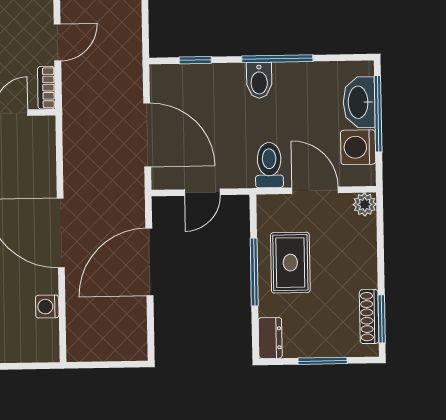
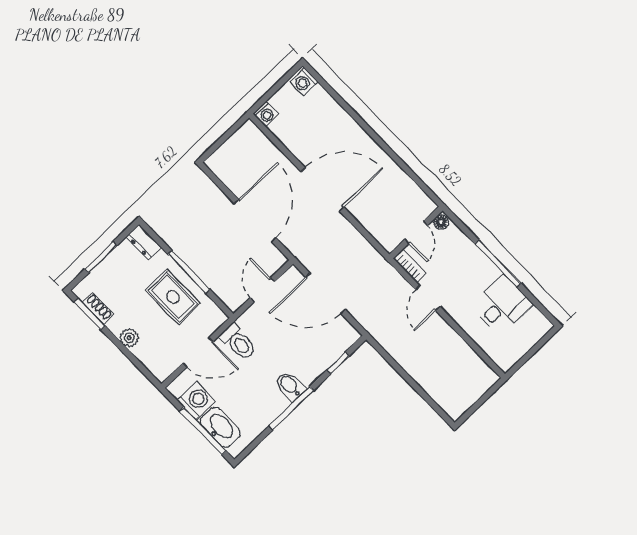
plant: (365, 204) -> (129, 338), moved
washing machine: (47, 307) -> (266, 114), moved, turned 90
shoe rack: (369, 317) -> (98, 308), width x0.70

